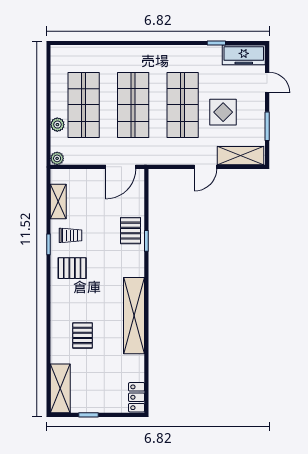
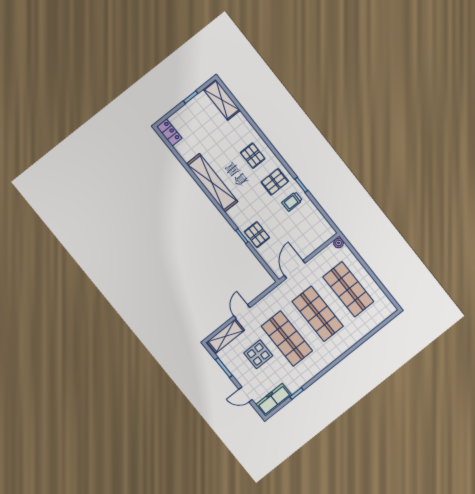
plant: (57, 125) -> (355, 264), removed
shelving: (58, 201) -> (316, 217), removed
pallet: (83, 335) -> (253, 156), moved

